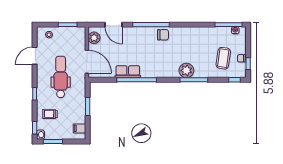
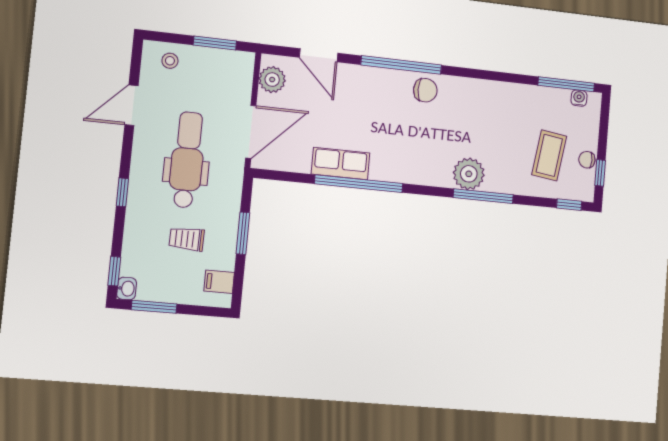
door: (87, 62) -> (251, 132), hinge flipped
trolley: (50, 114) -> (187, 239), moved

